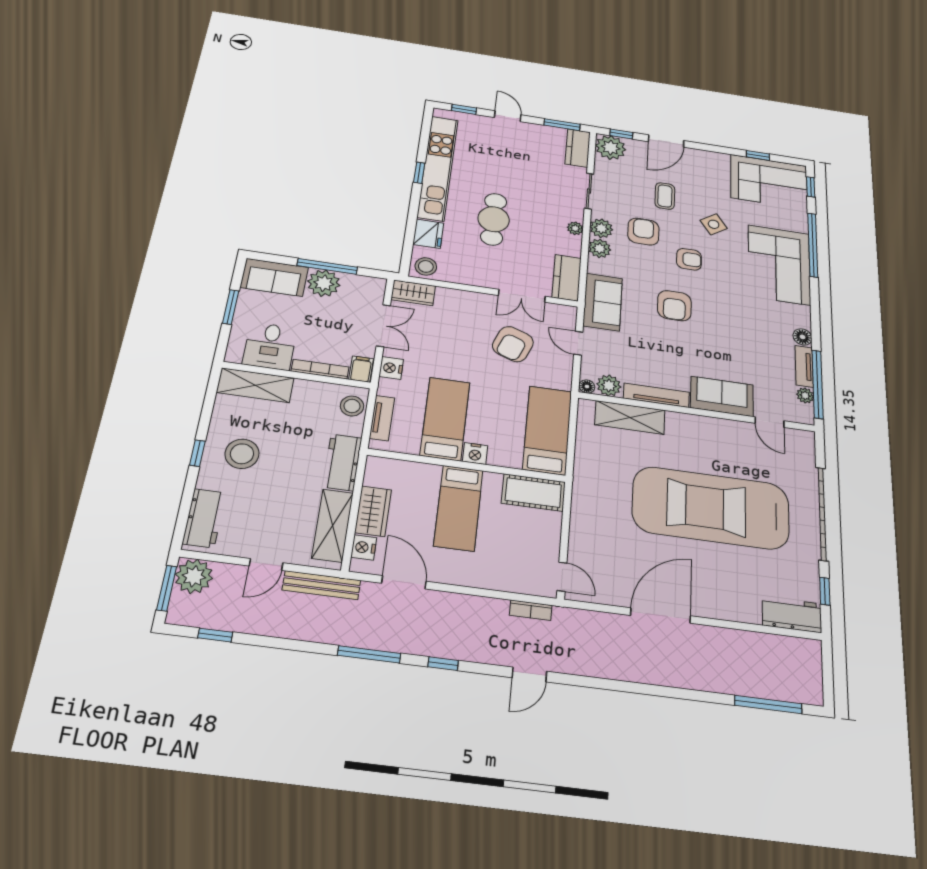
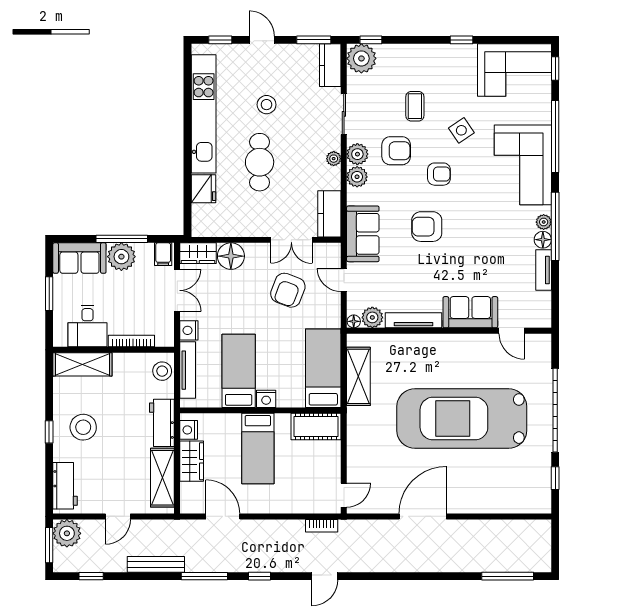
door: (666, 141) -> (414, 40), removed
window: (758, 155) -> (462, 40), moved
window: (419, 173) -> (188, 123), removed
armchair: (643, 232) -> (396, 151), turned 90
stool: (426, 266) -> (267, 105), moved
floor lamp: (451, 301) -> (231, 256), added
armchair: (674, 306) -> (427, 227), turned 90
filing cabinet: (361, 369) -> (163, 254), moved, turned 180
window: (818, 384) -> (555, 226), moved
plant: (805, 395) -> (544, 222), moved
shelving: (630, 417) -> (358, 376), moved, turned 90
tv unit: (382, 418) -> (188, 370), width x1.41
nightstand: (364, 547) -> (189, 430), moved
door: (562, 577) -> (344, 495), hinge flipped
bench: (321, 585) -> (156, 564), moved
workbench: (792, 614) -> (528, 501), removed

